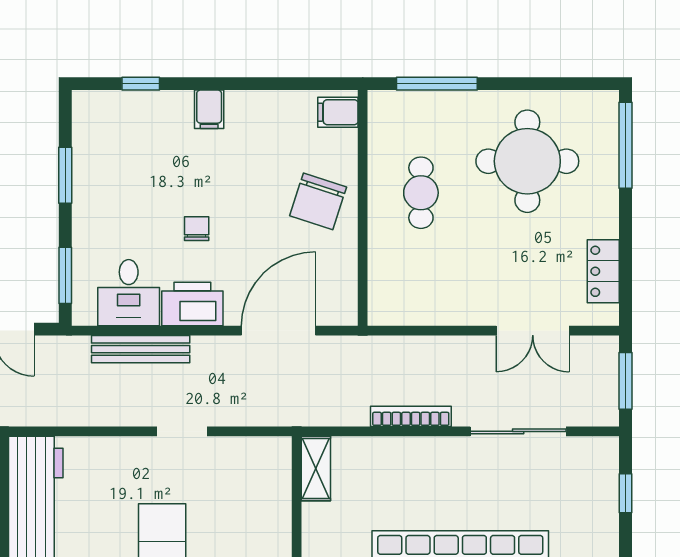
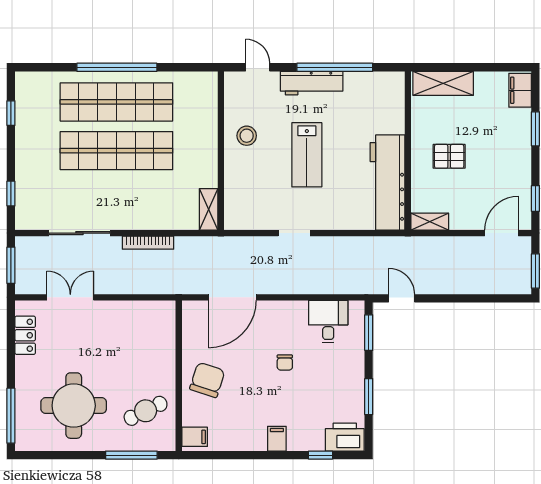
cafe table: (421, 193) -> (146, 411), moved, turned 64
printer: (192, 304) -> (345, 437), moved, turned 180
bench: (141, 349) -> (321, 286), removed

